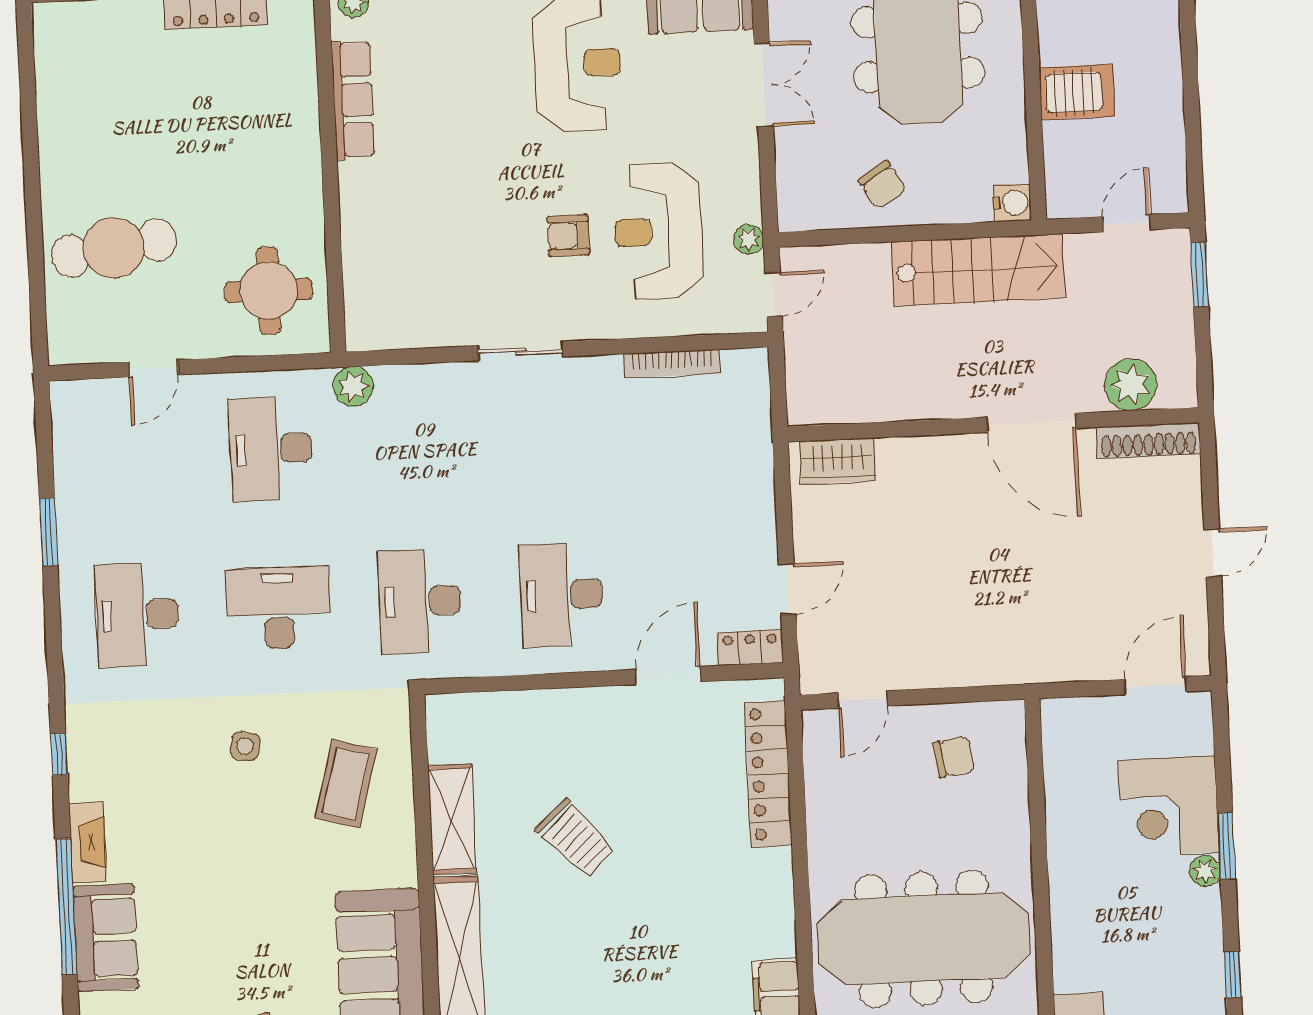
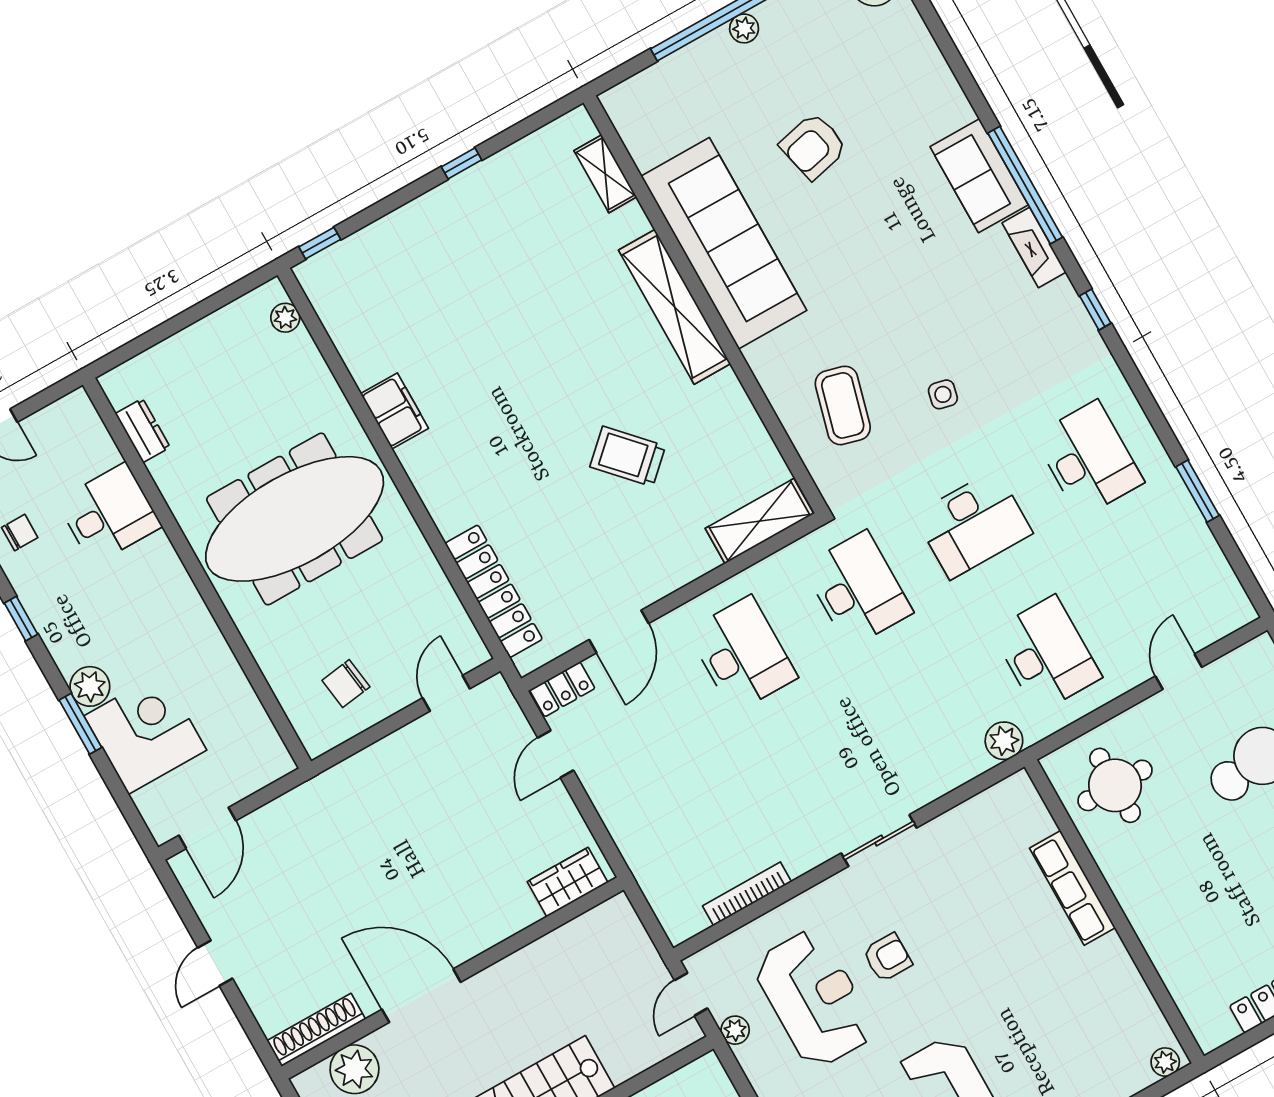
row of seats: (353, 100) -> (1072, 888), moved
shelving: (452, 819) -> (759, 521), moved, turned 90
plant: (1205, 871) -> (90, 686), width x1.38, depth x1.38

